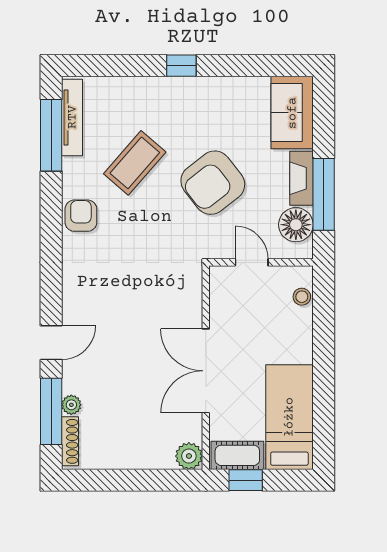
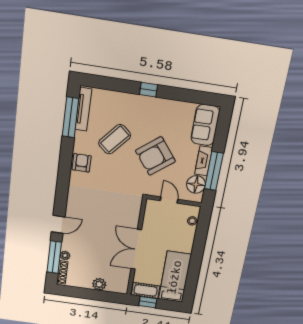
plant: (189, 456) -> (99, 284), moved

